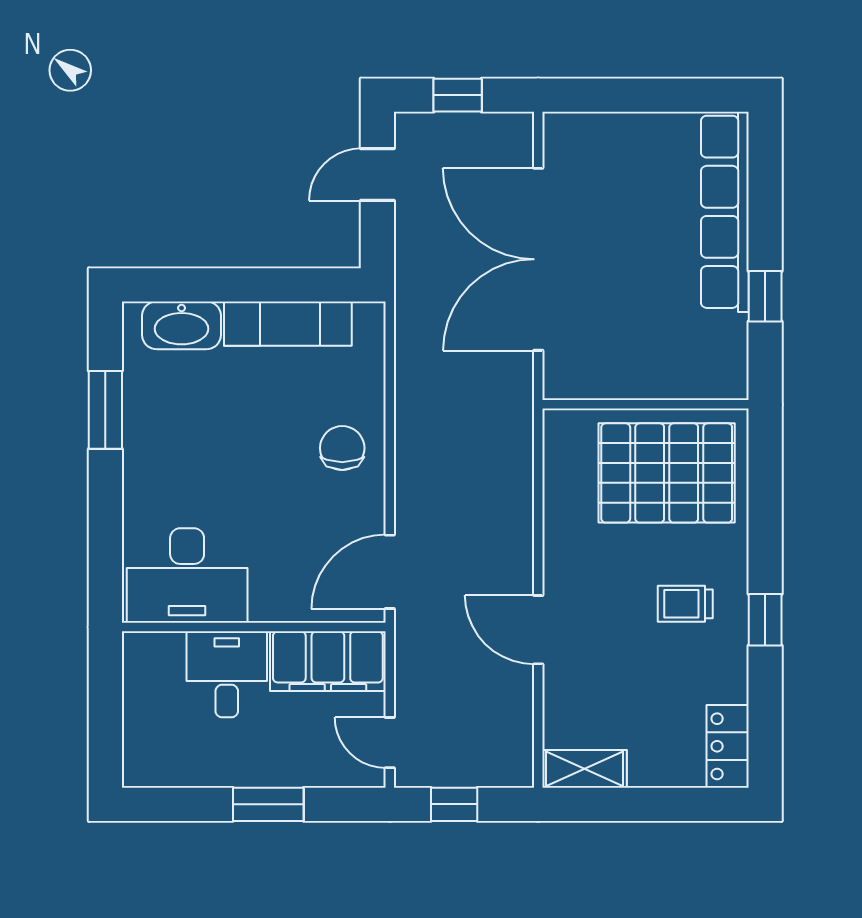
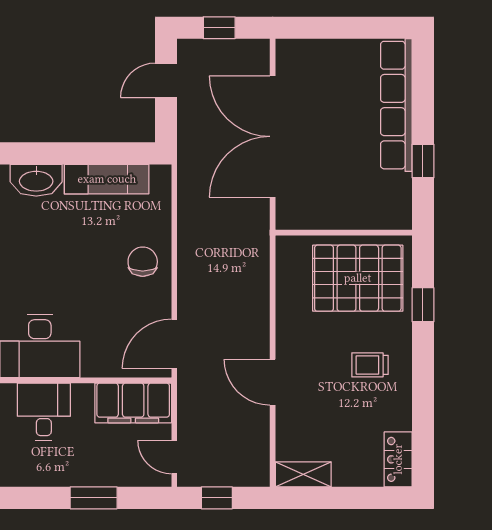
window: (765, 620) -> (423, 305), moved
desk: (227, 674) -> (44, 412), moved

